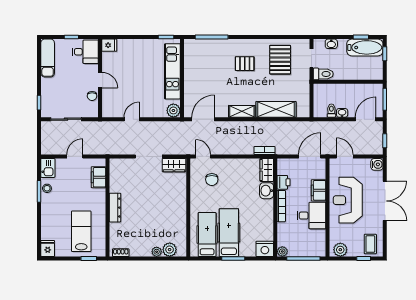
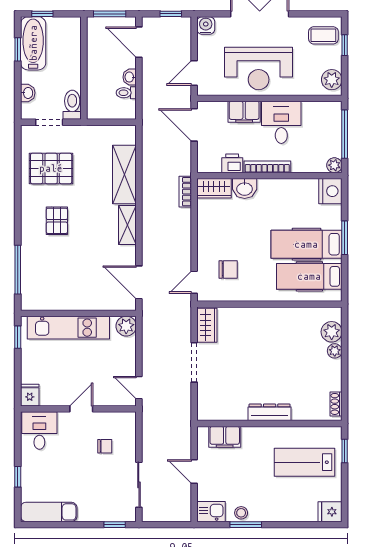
fridge: (109, 45) -> (30, 395), moved
desk: (85, 52) -> (39, 431), moved
wall: (100, 78) -> (78, 409), moved
door: (100, 80) -> (81, 409), moved

